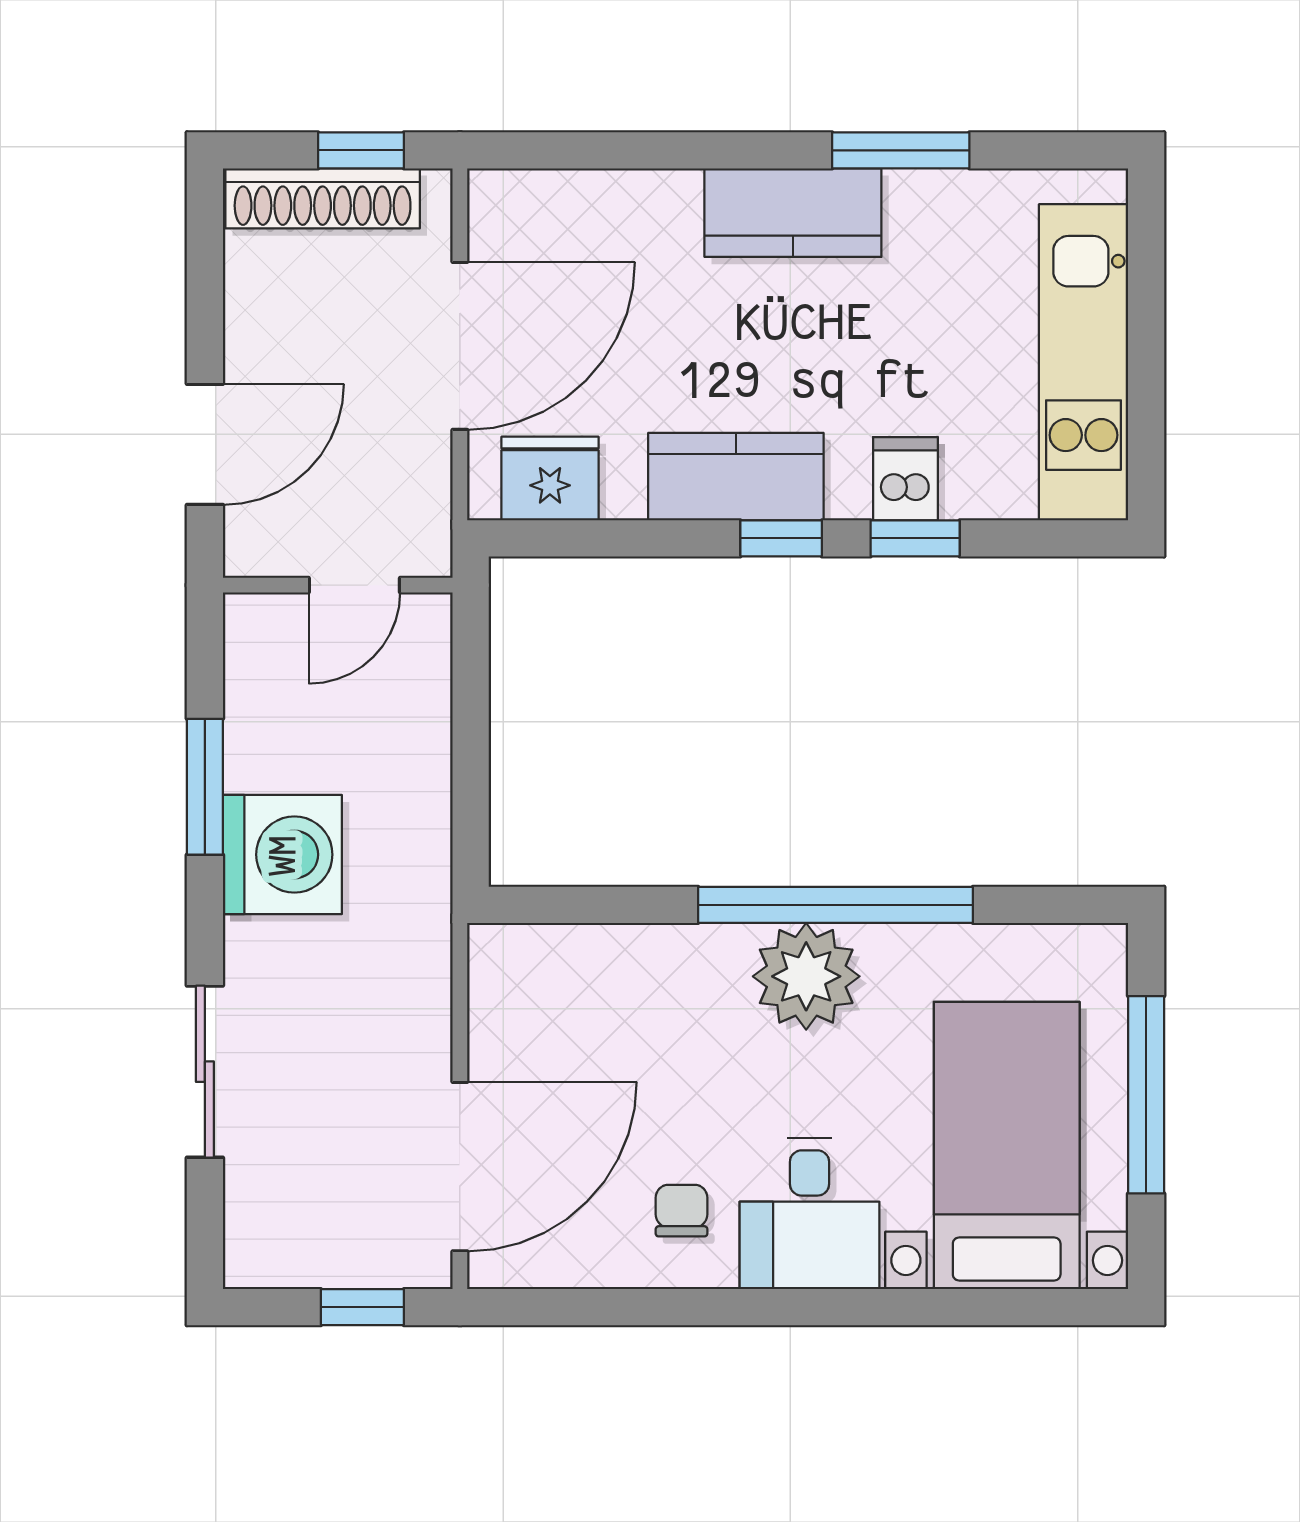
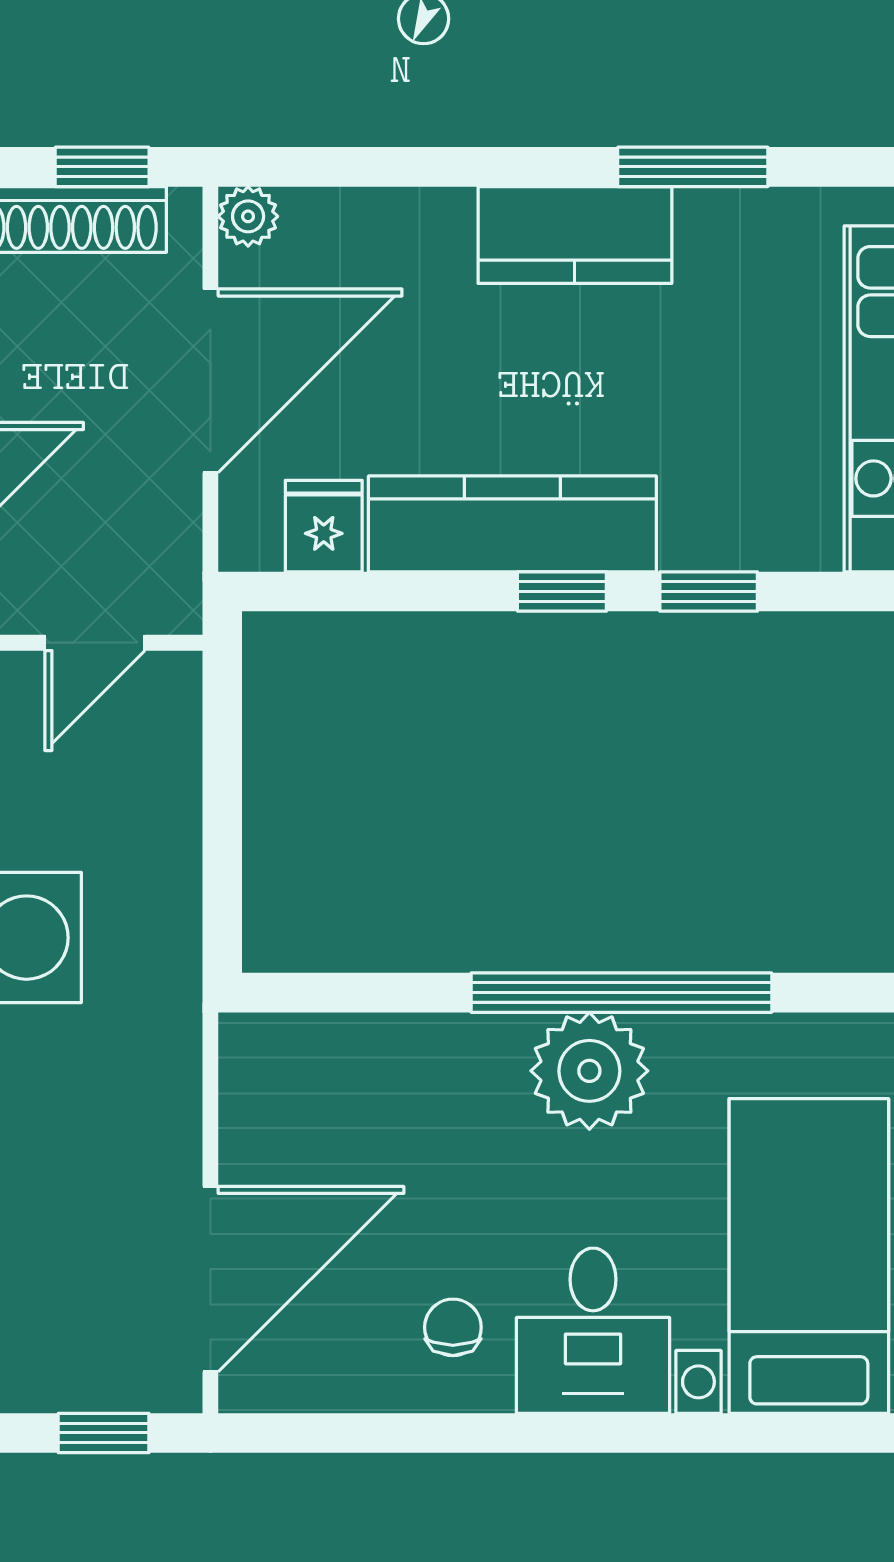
plant: (494, 196) -> (248, 216), added
kitchen counter: (736, 477) -> (512, 524), width x1.50
fridge: (550, 479) -> (324, 526), width x0.72
dishwasher: (905, 479) -> (698, 526), removed

